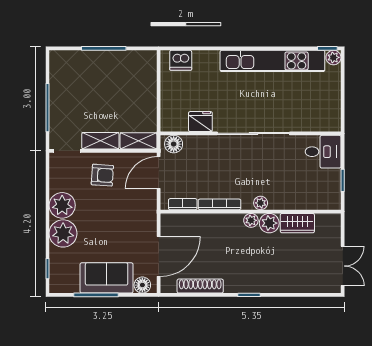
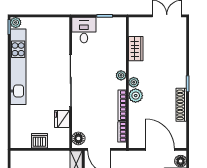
dishwasher: (181, 60) -> (39, 141), moved, turned -90
plant: (269, 223) -> (136, 96), moved
shoe rack: (200, 286) -> (181, 105), moved

